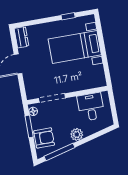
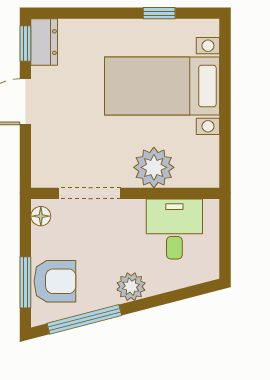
window: (14, 39) -> (25, 43), added
plant: (77, 82) -> (154, 167), added
window: (29, 126) -> (25, 282), moved

